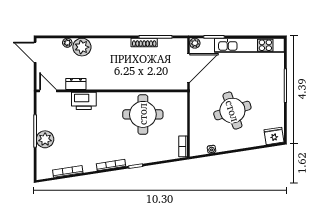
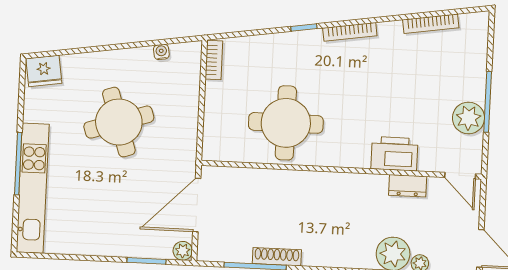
kitchen unit: (249, 45) -> (33, 188), moved, turned 90
plant: (45, 139) -> (468, 118), moved

